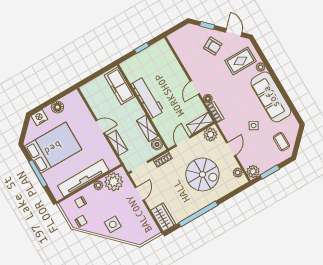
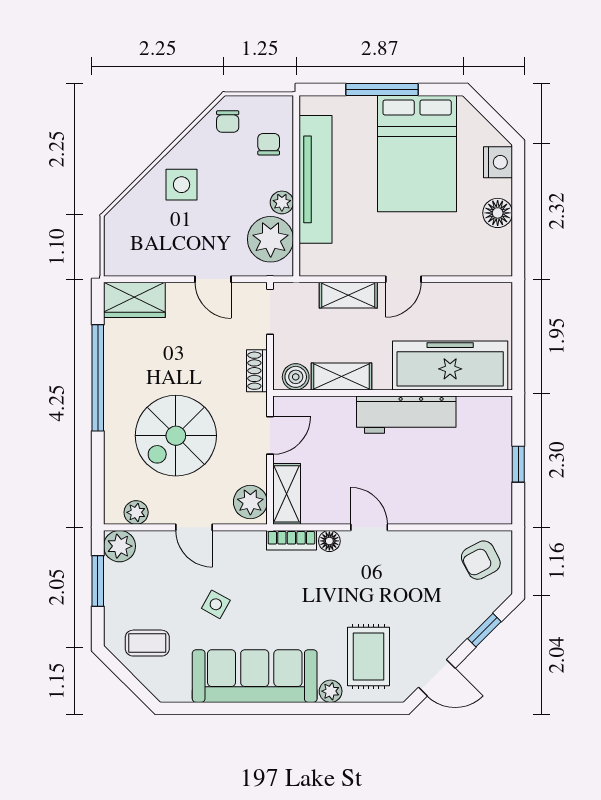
armchair: (213, 46) -> (481, 560), moved
freezer: (120, 86) -> (450, 365), width x1.36, depth x1.26
door: (183, 141) -> (270, 435), hinge flipped

